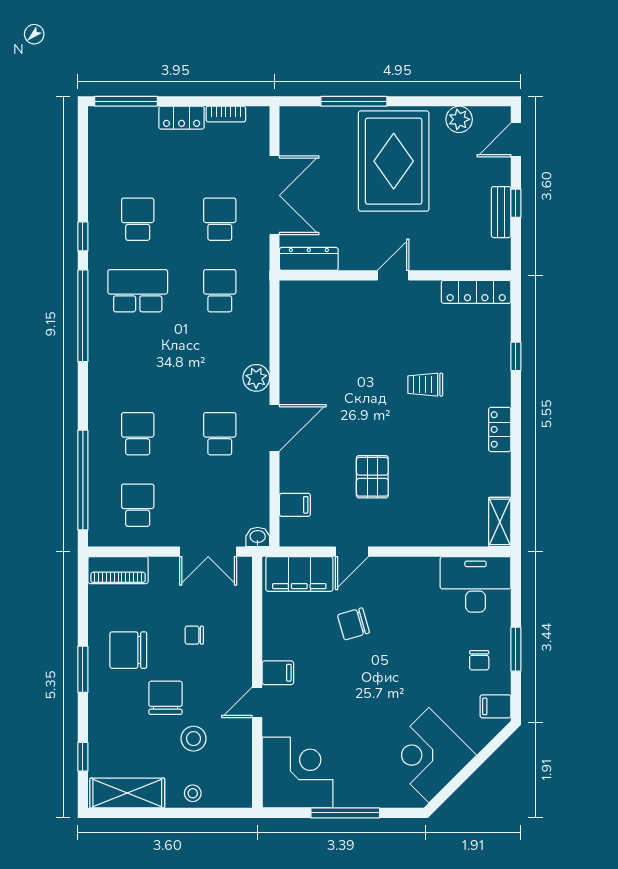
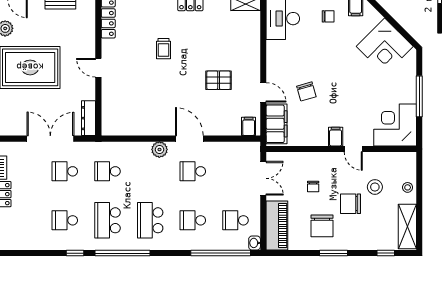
school desk: (138, 362) -> (150, 220), added
filing cabinet: (295, 505) -> (249, 126), moved
washbasin: (258, 537) -> (255, 243), moved
piano: (118, 570) -> (277, 225), width x1.37, depth x1.33

